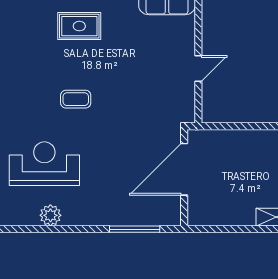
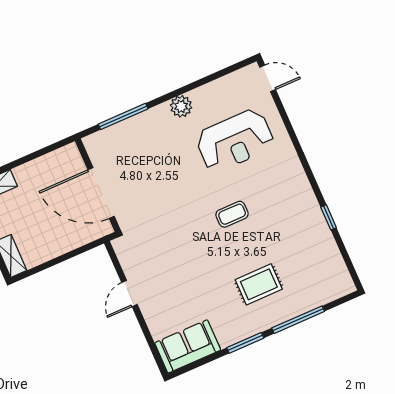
door: (184, 169) -> (101, 193), swing flipped
plant: (50, 215) -> (181, 106), moved

